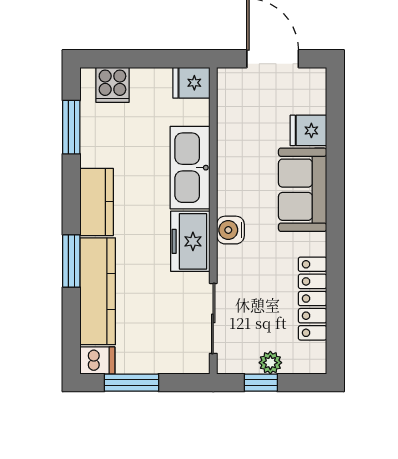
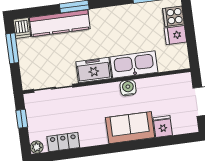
fridge: (191, 83) -> (175, 35), moved, turned -90
kitchen counter: (97, 202) -> (108, 16), removed
water cooler: (230, 230) -> (128, 88), moved
locker: (313, 299) -> (63, 142), width x0.66
plant: (270, 363) -> (37, 147), moved

